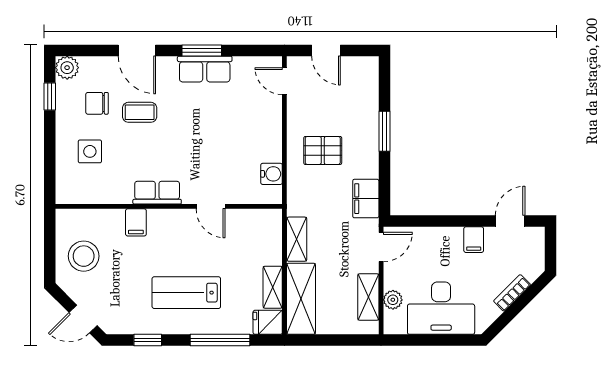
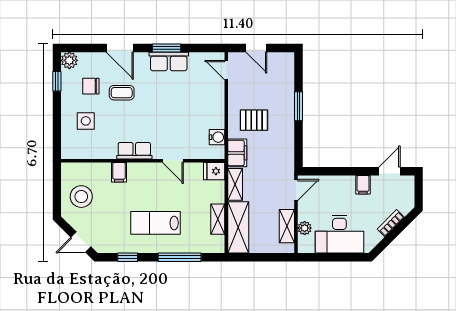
filing cabinet: (366, 199) -> (237, 153), moved, turned 180
fridge: (268, 322) -> (214, 171), moved

